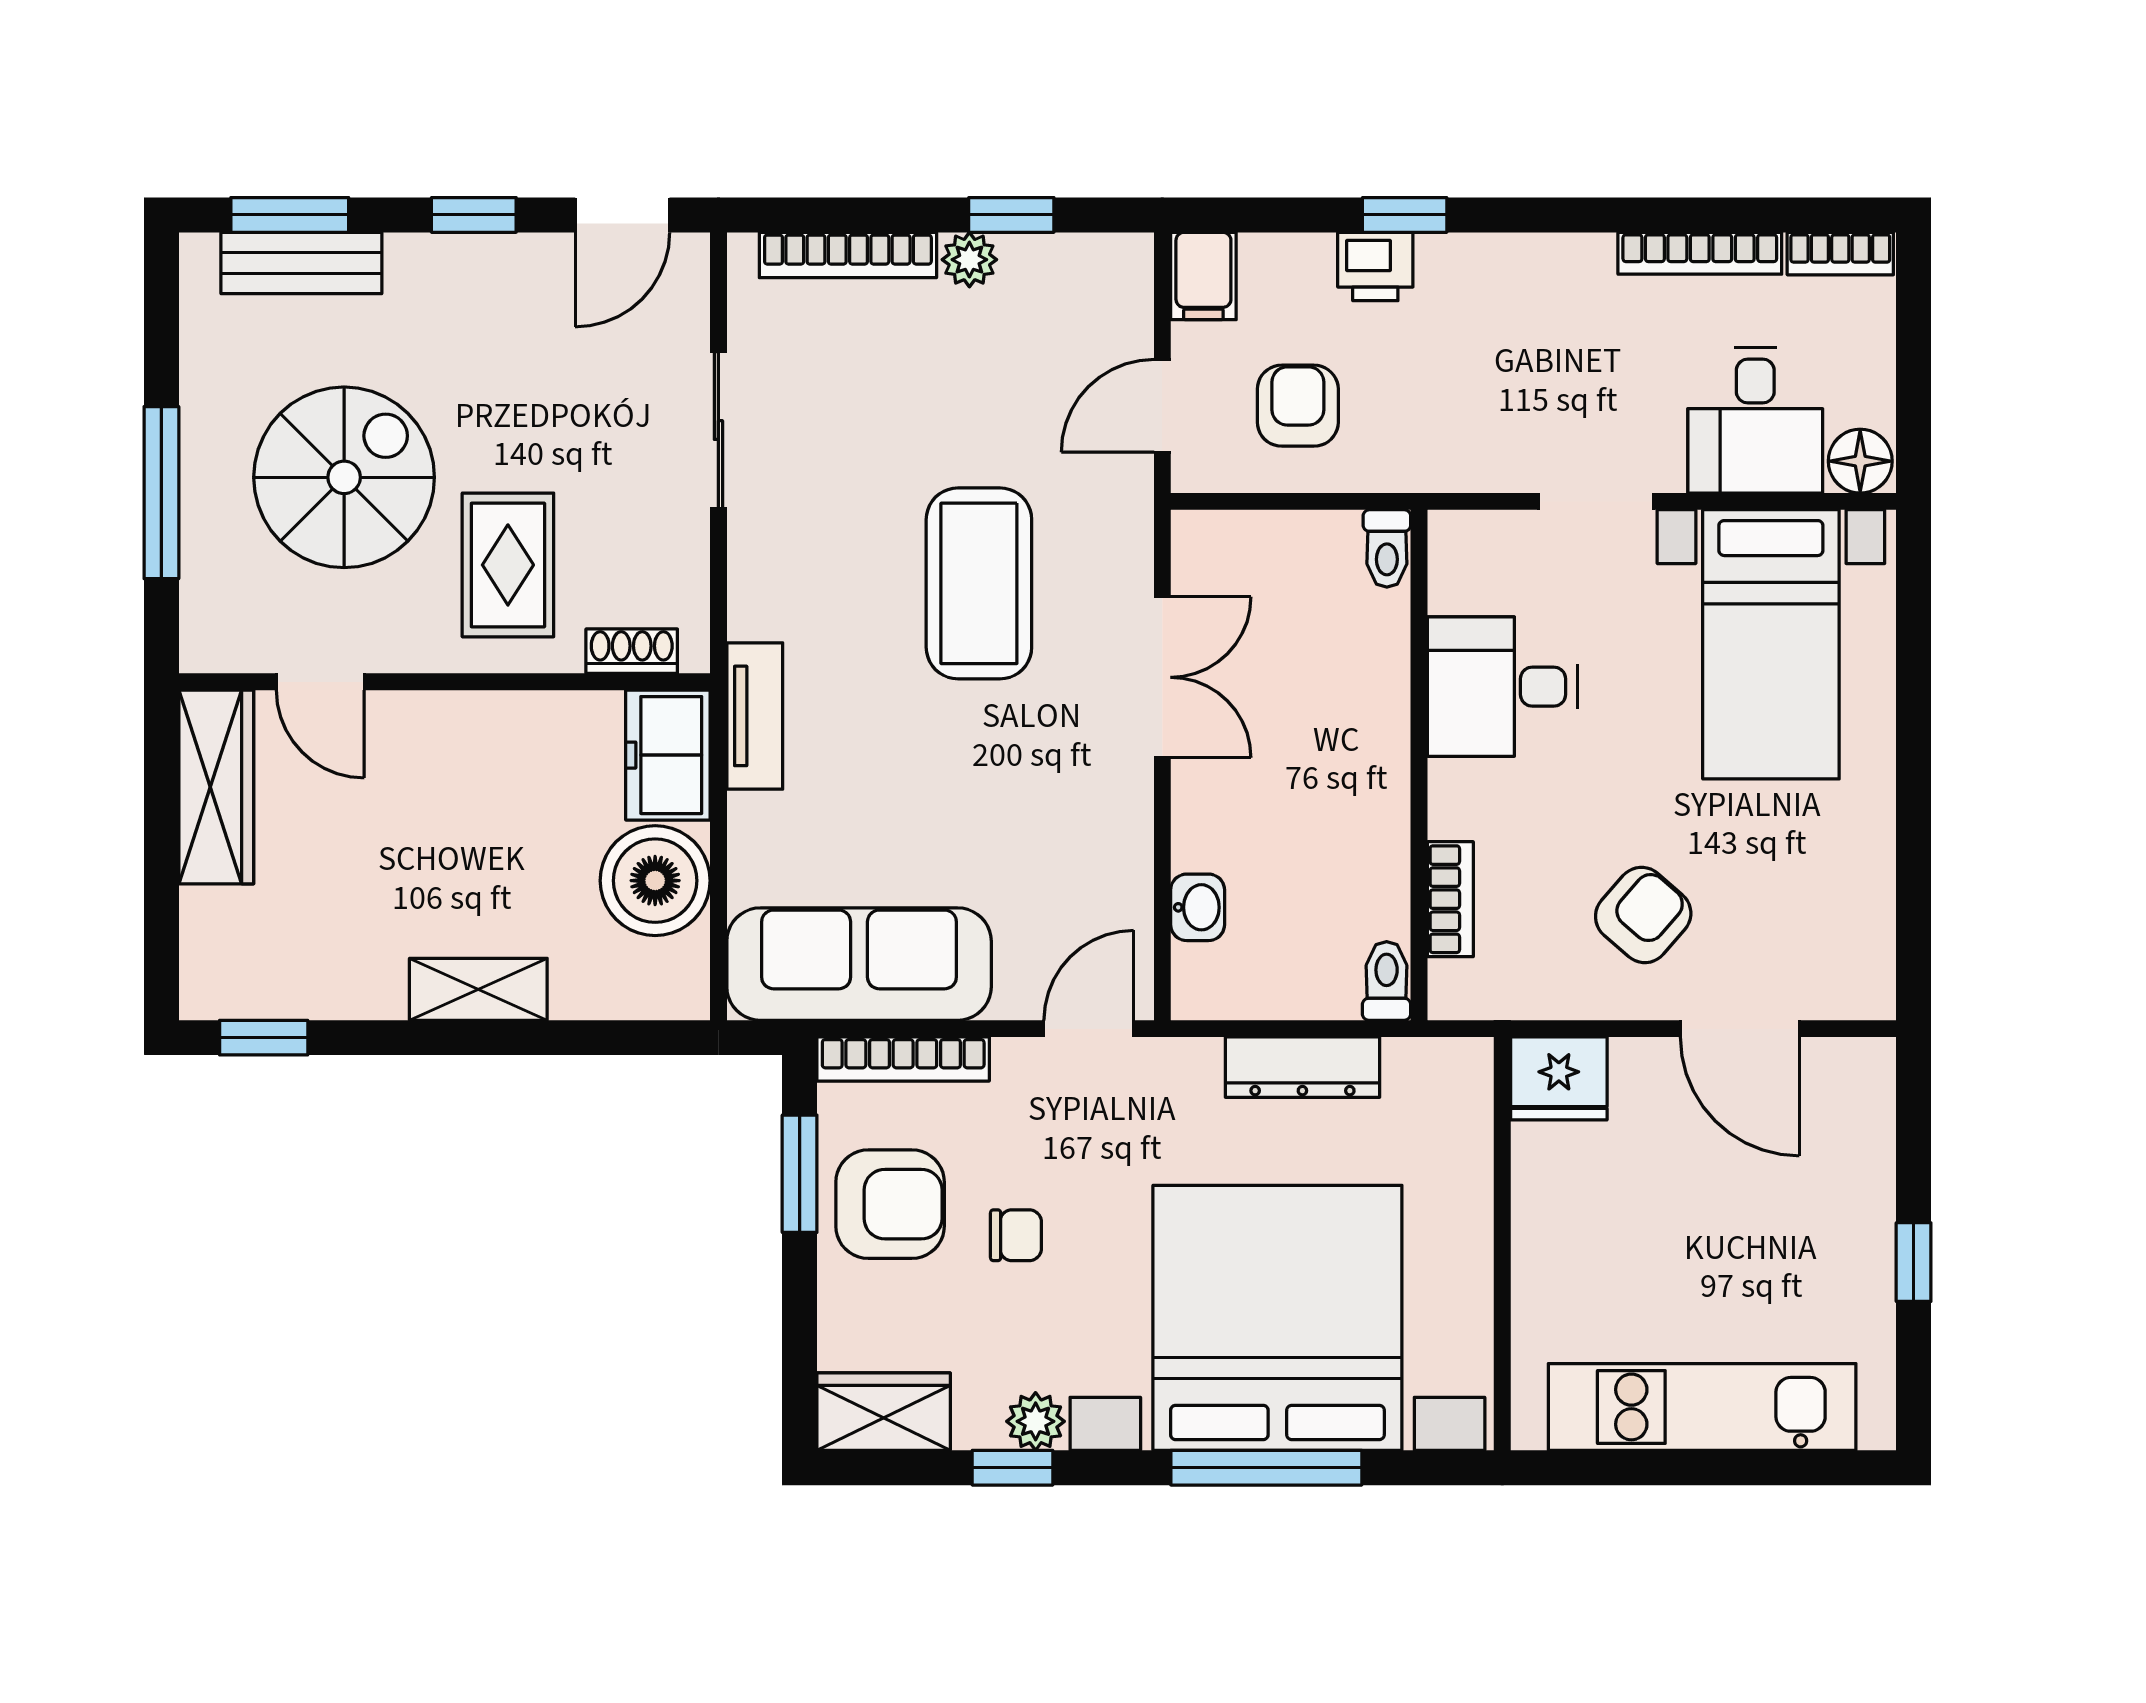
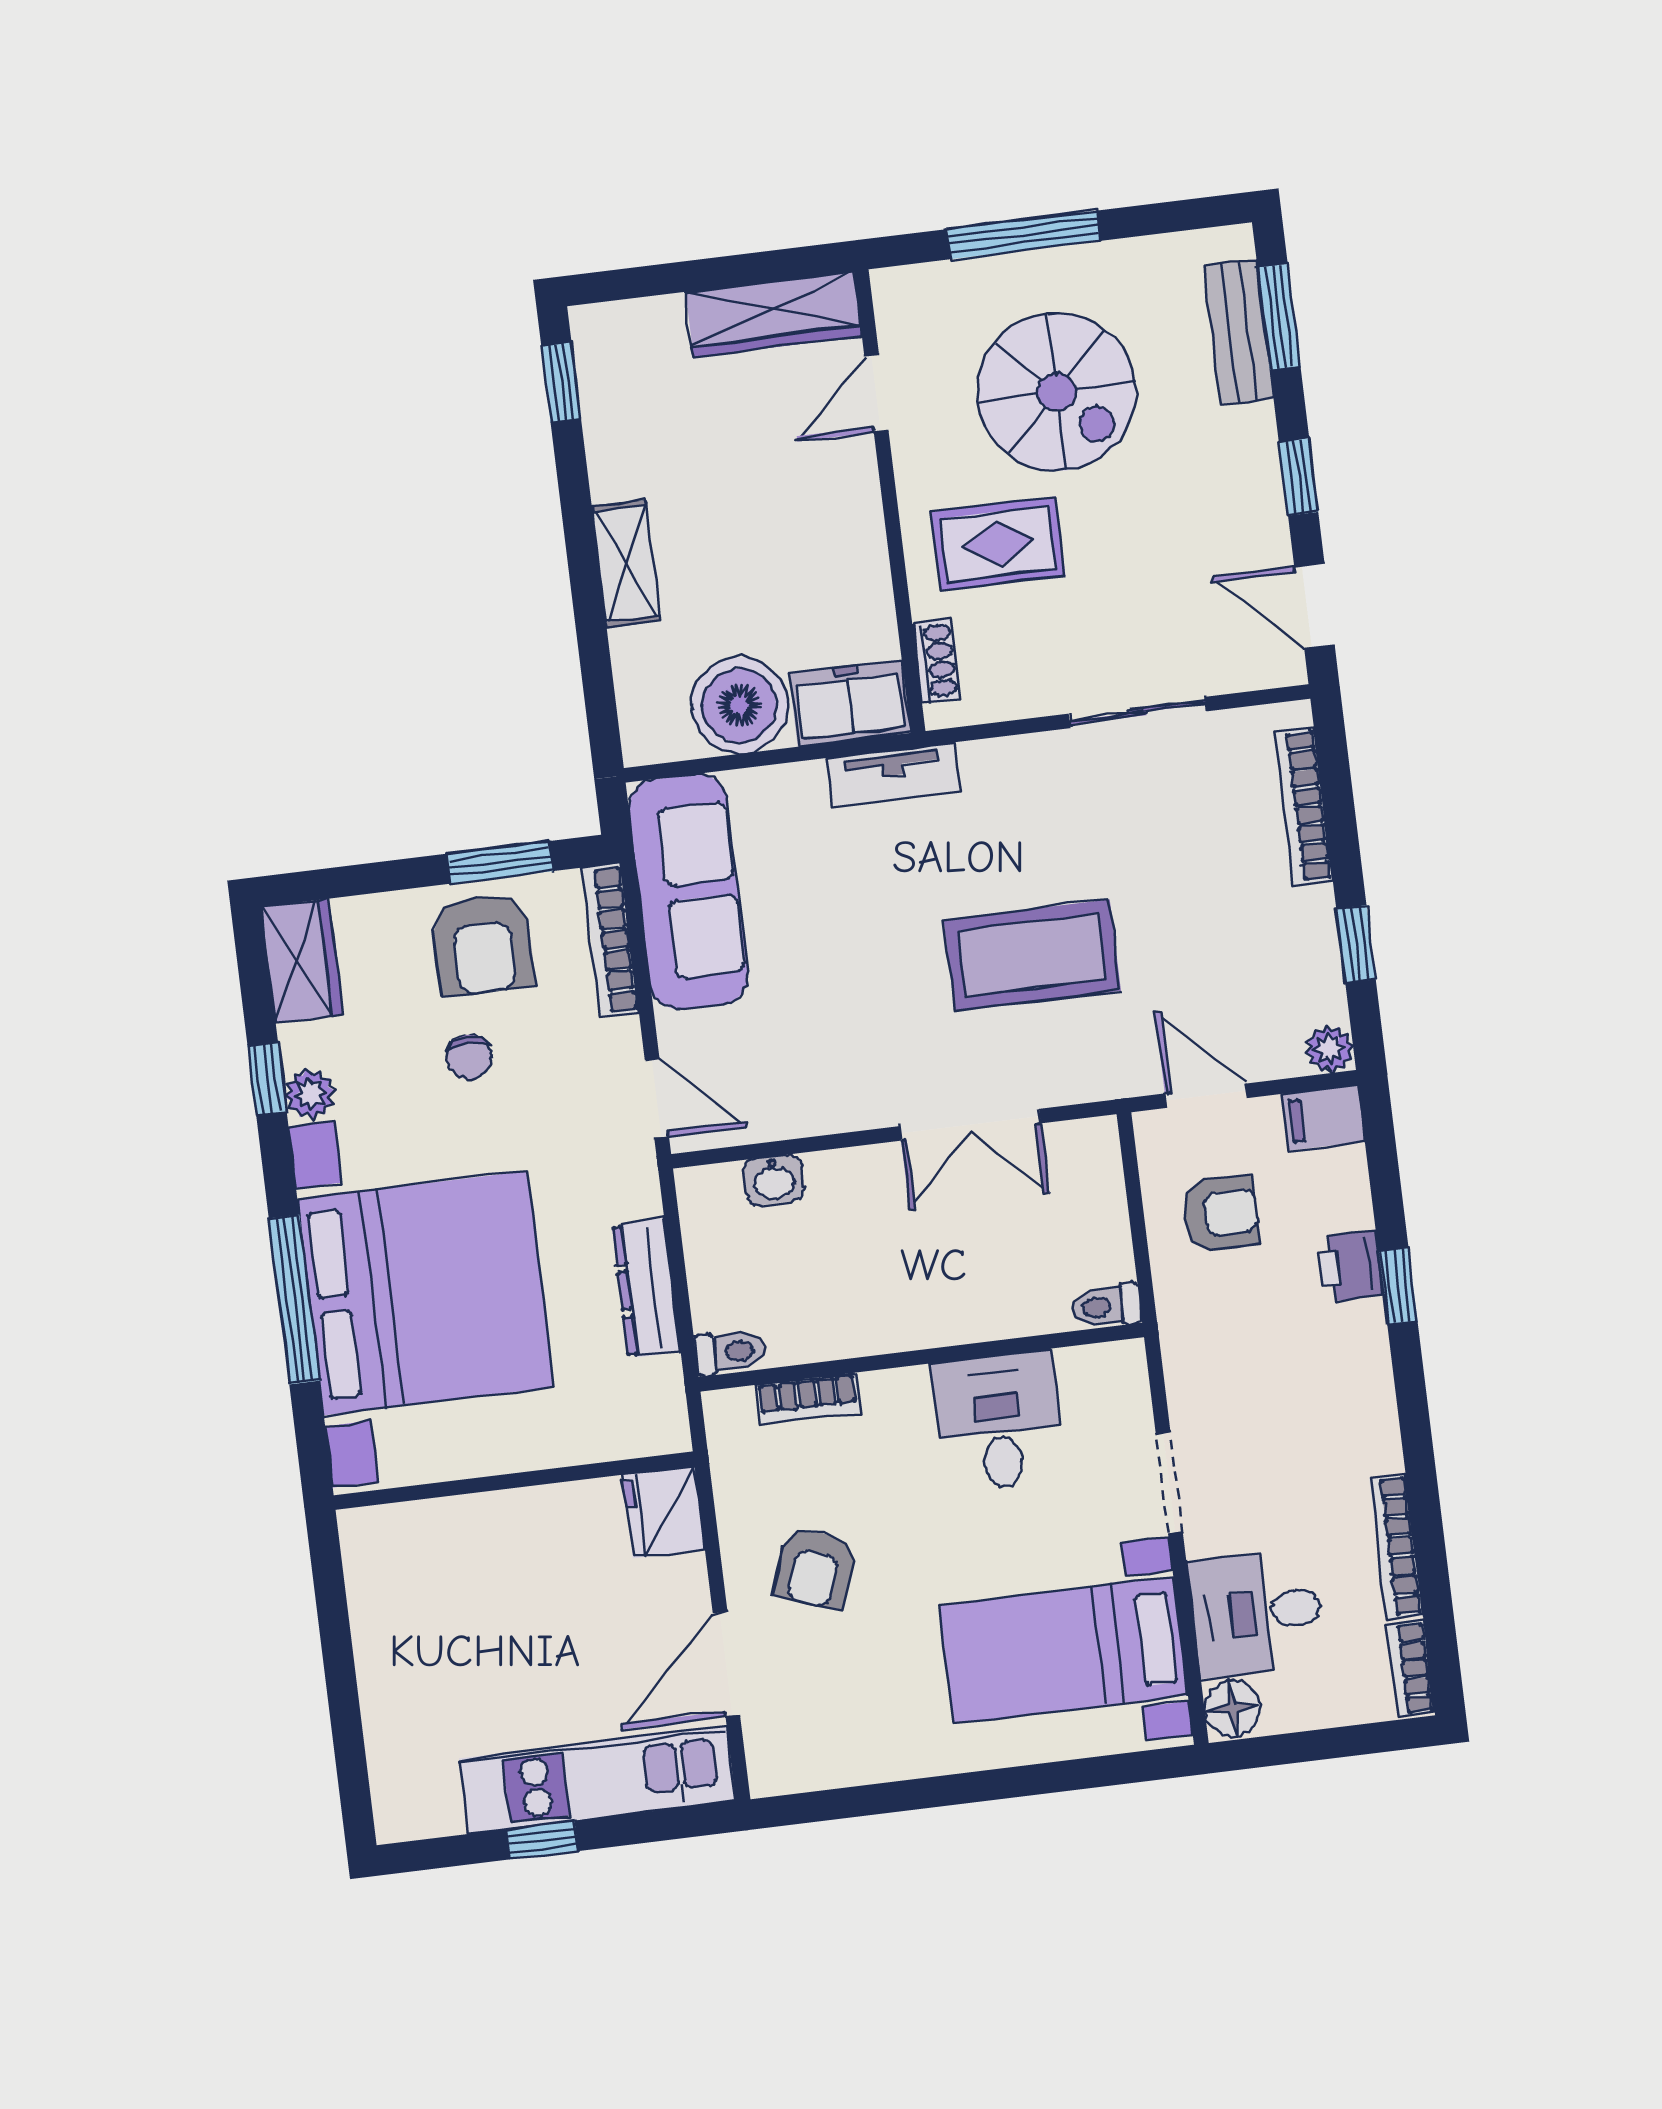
plant: (969, 260) -> (1329, 1049), moved
armchair: (1643, 915) -> (815, 1568), turned 69
kitchen unit: (1702, 1407) -> (597, 1780), moved, turned -90

